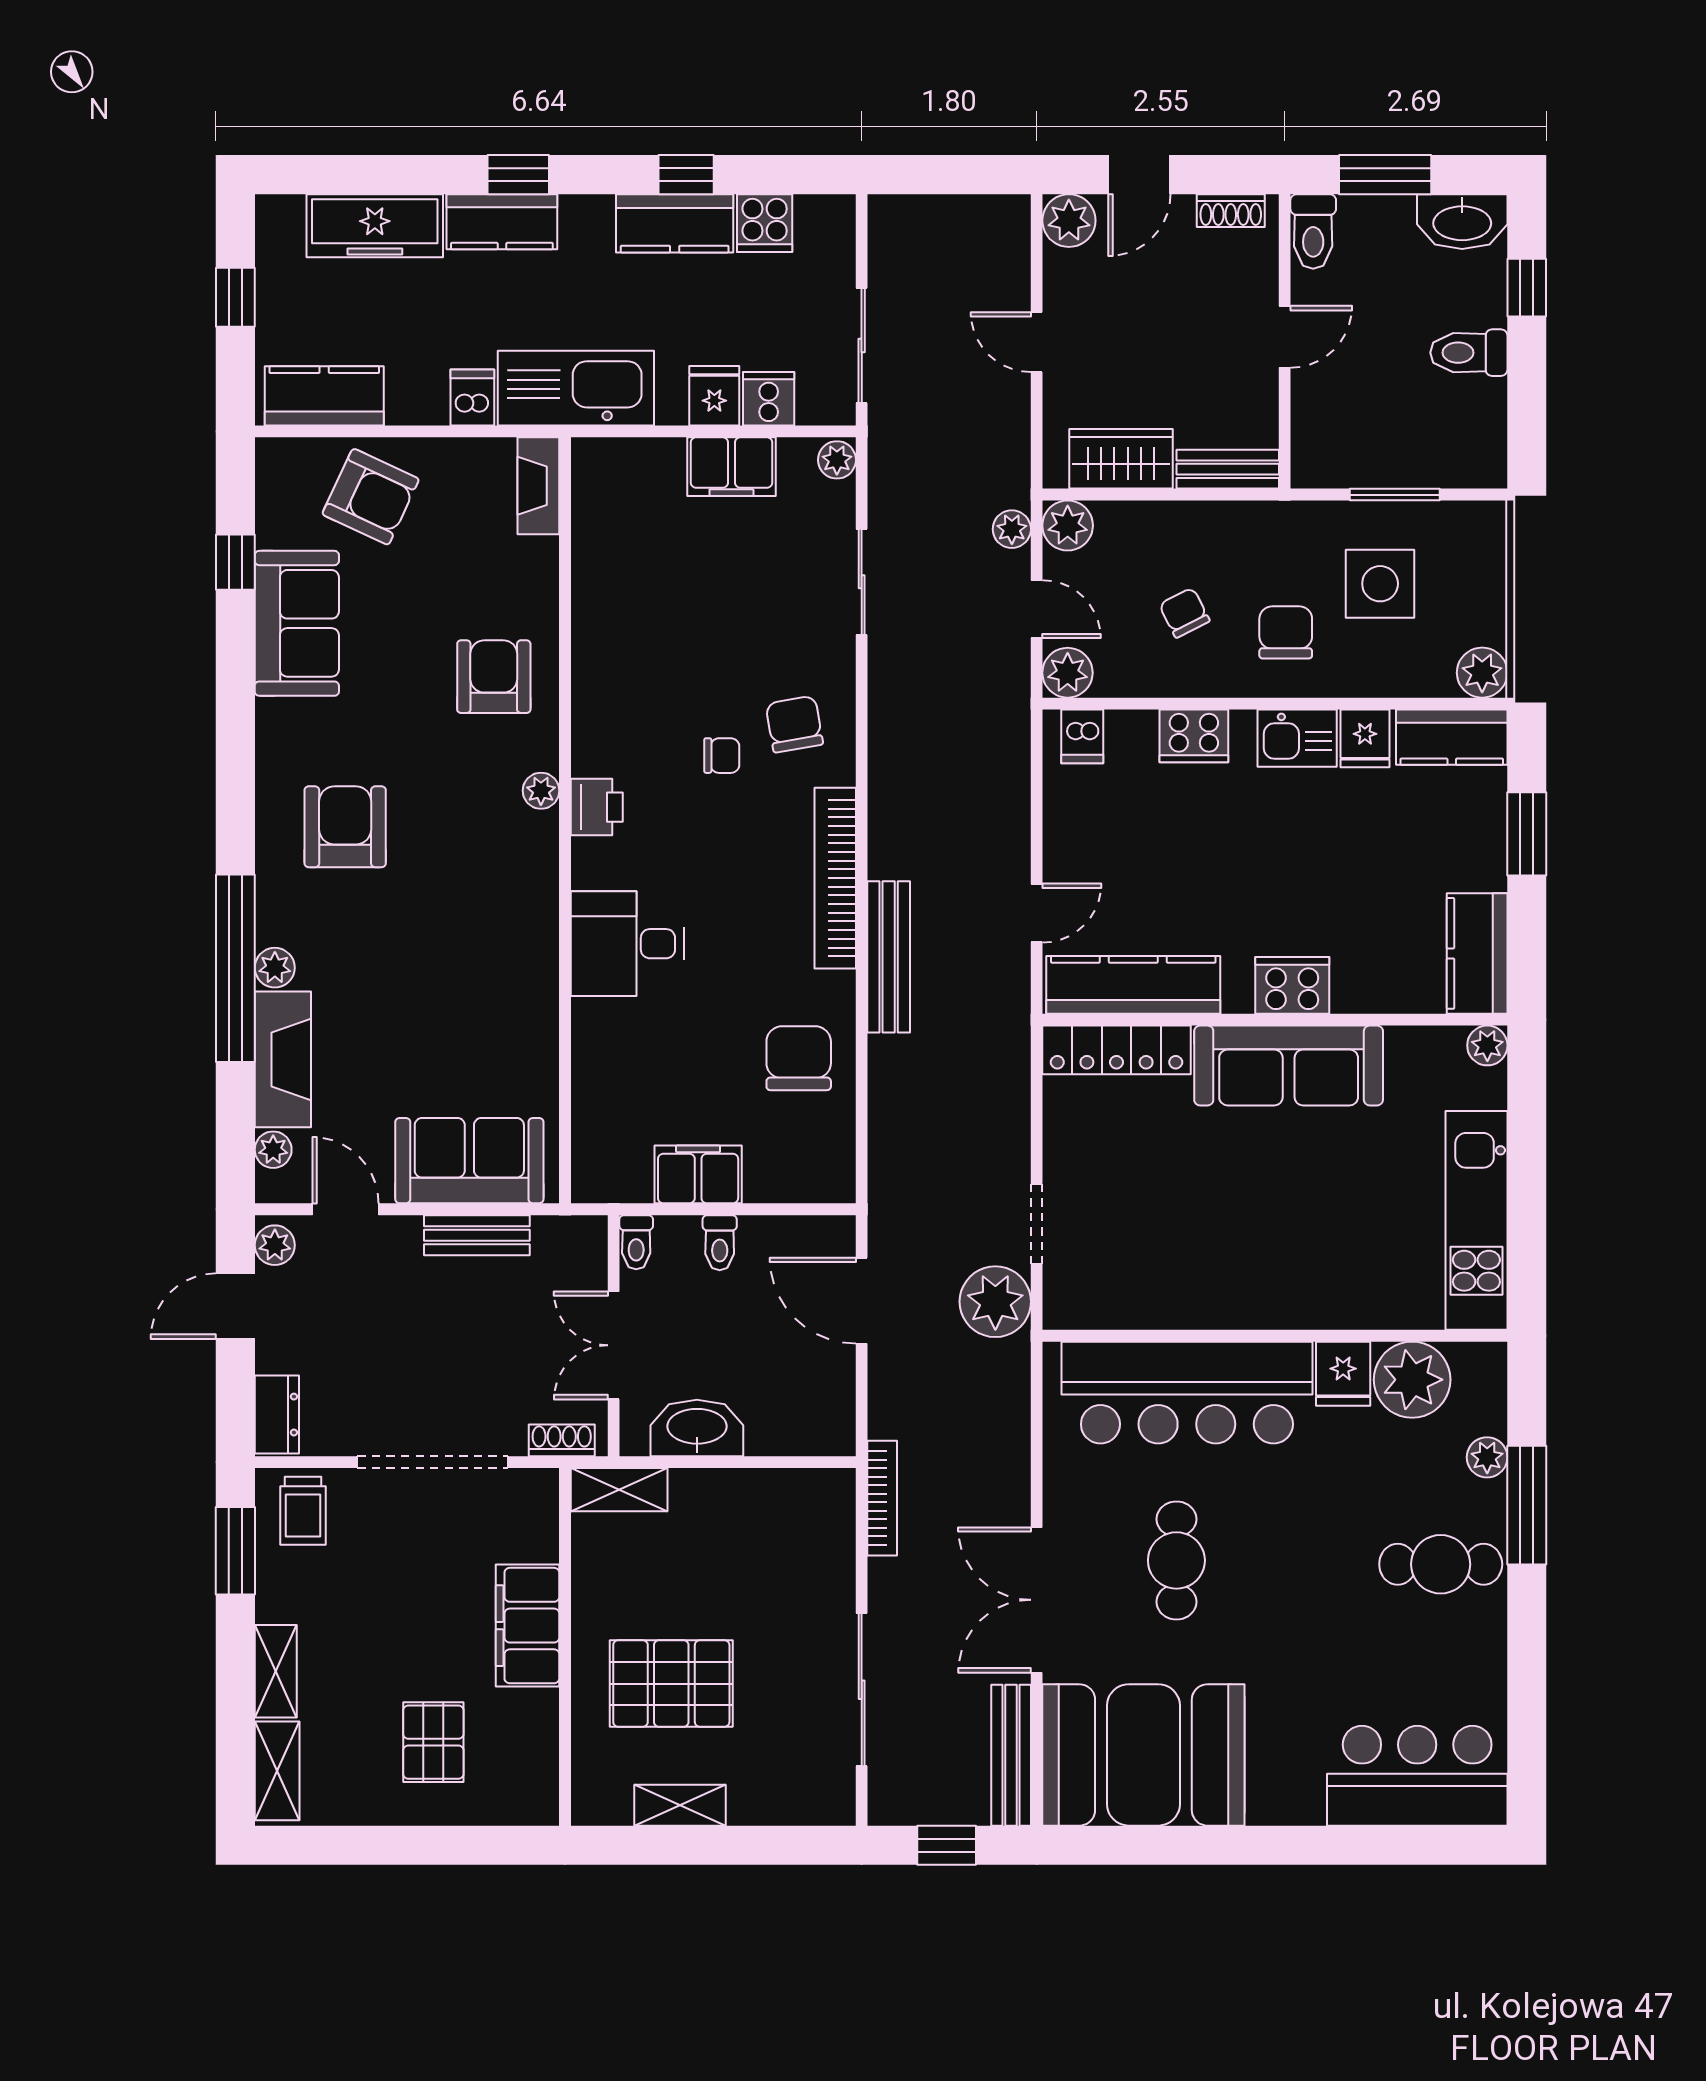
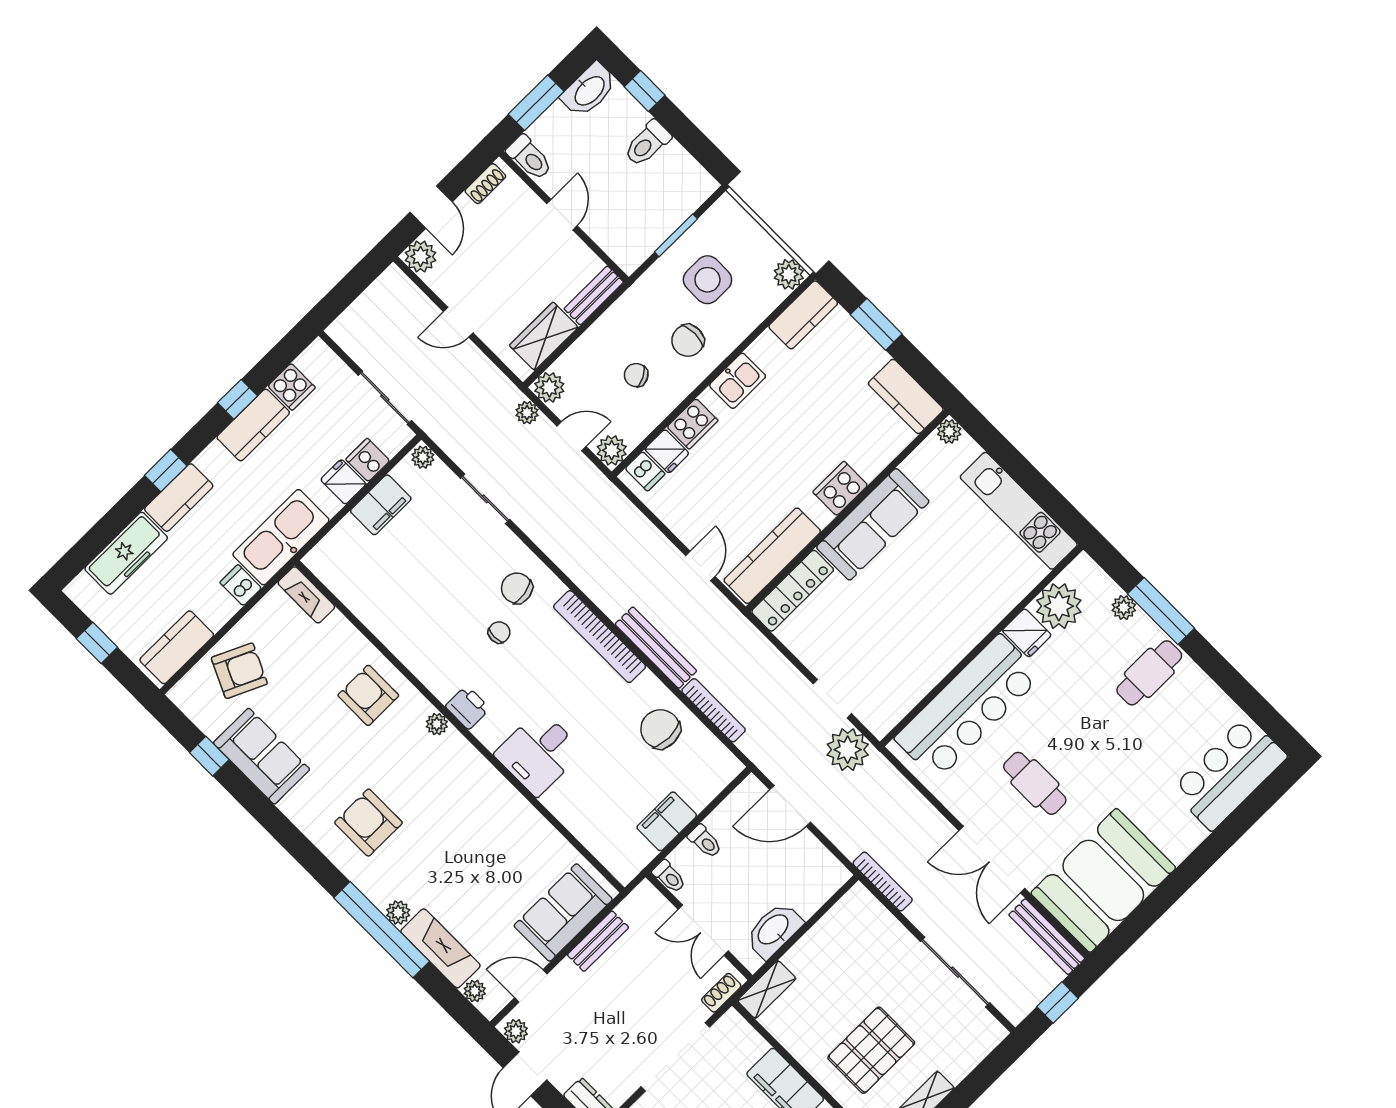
chair: (1286, 632) -> (688, 340), turned -90
fridge: (1365, 738) -> (667, 451), moved
bookcase: (883, 1098) -> (714, 710), added

